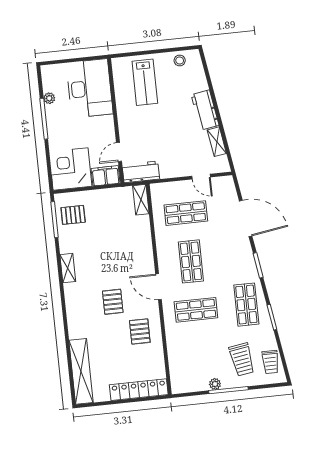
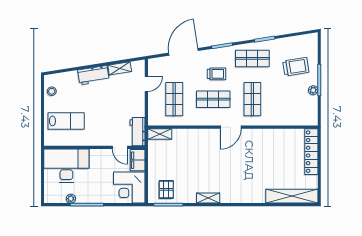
pallet: (113, 302) -> (239, 165), removed
pallet: (140, 331) -> (265, 146), removed
trolley: (270, 362) -> (217, 74), moved

